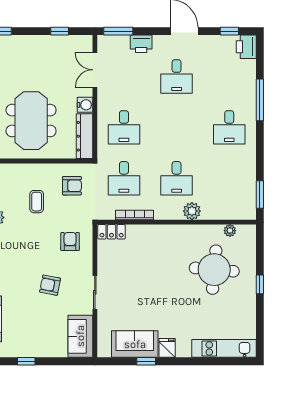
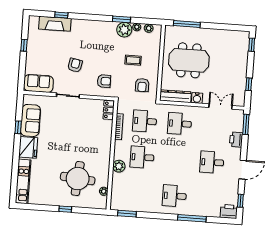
fridge: (167, 348) -> (28, 147), width x1.88, depth x1.34

